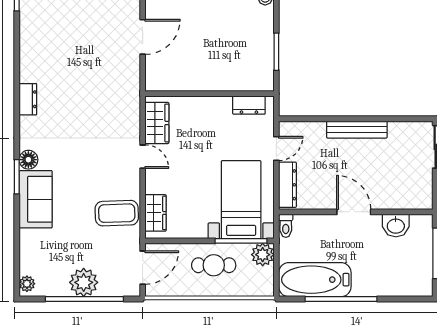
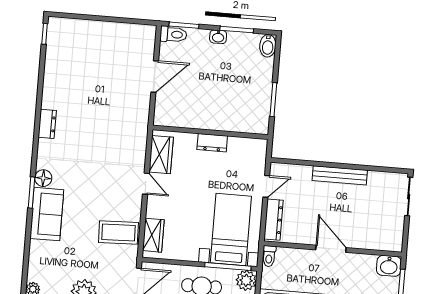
dresser: (249, 105) -> (212, 143), moved
washbasin: (396, 225) -> (389, 266), moved

